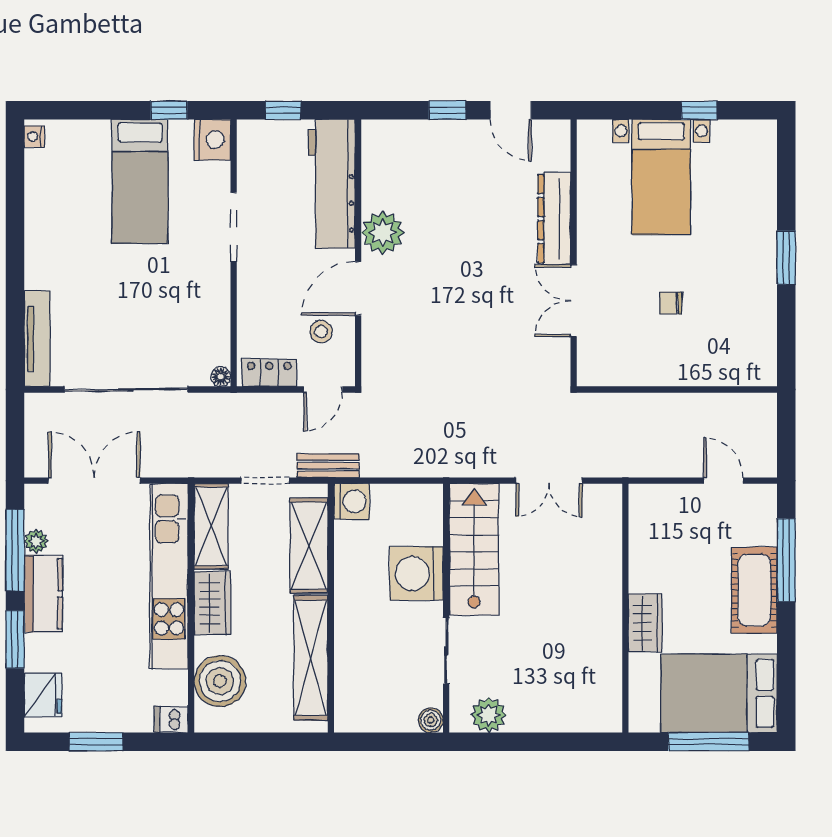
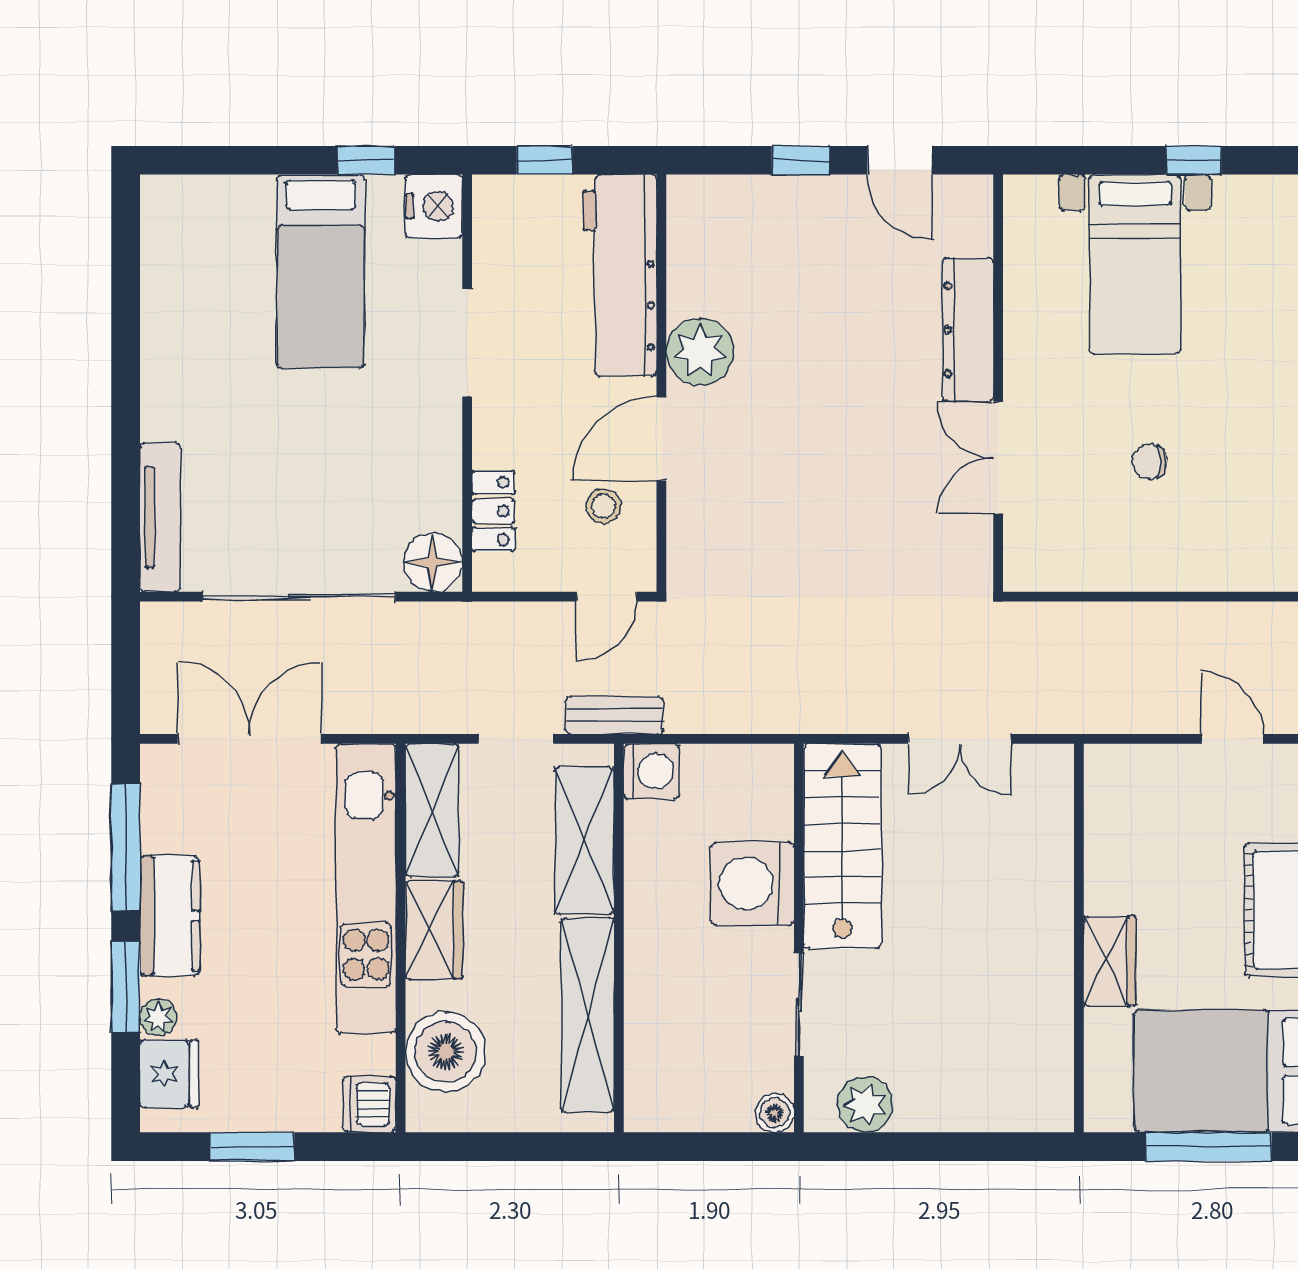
nightstand: (34, 137) -> (155, 201), removed
locker: (269, 373) -> (493, 511), moved, turned 90
floor lamp: (221, 377) -> (433, 562), width x1.89, depth x1.89
plant: (36, 541) -> (158, 1017), moved
dishwasher: (171, 719) -> (369, 1104), width x1.38

